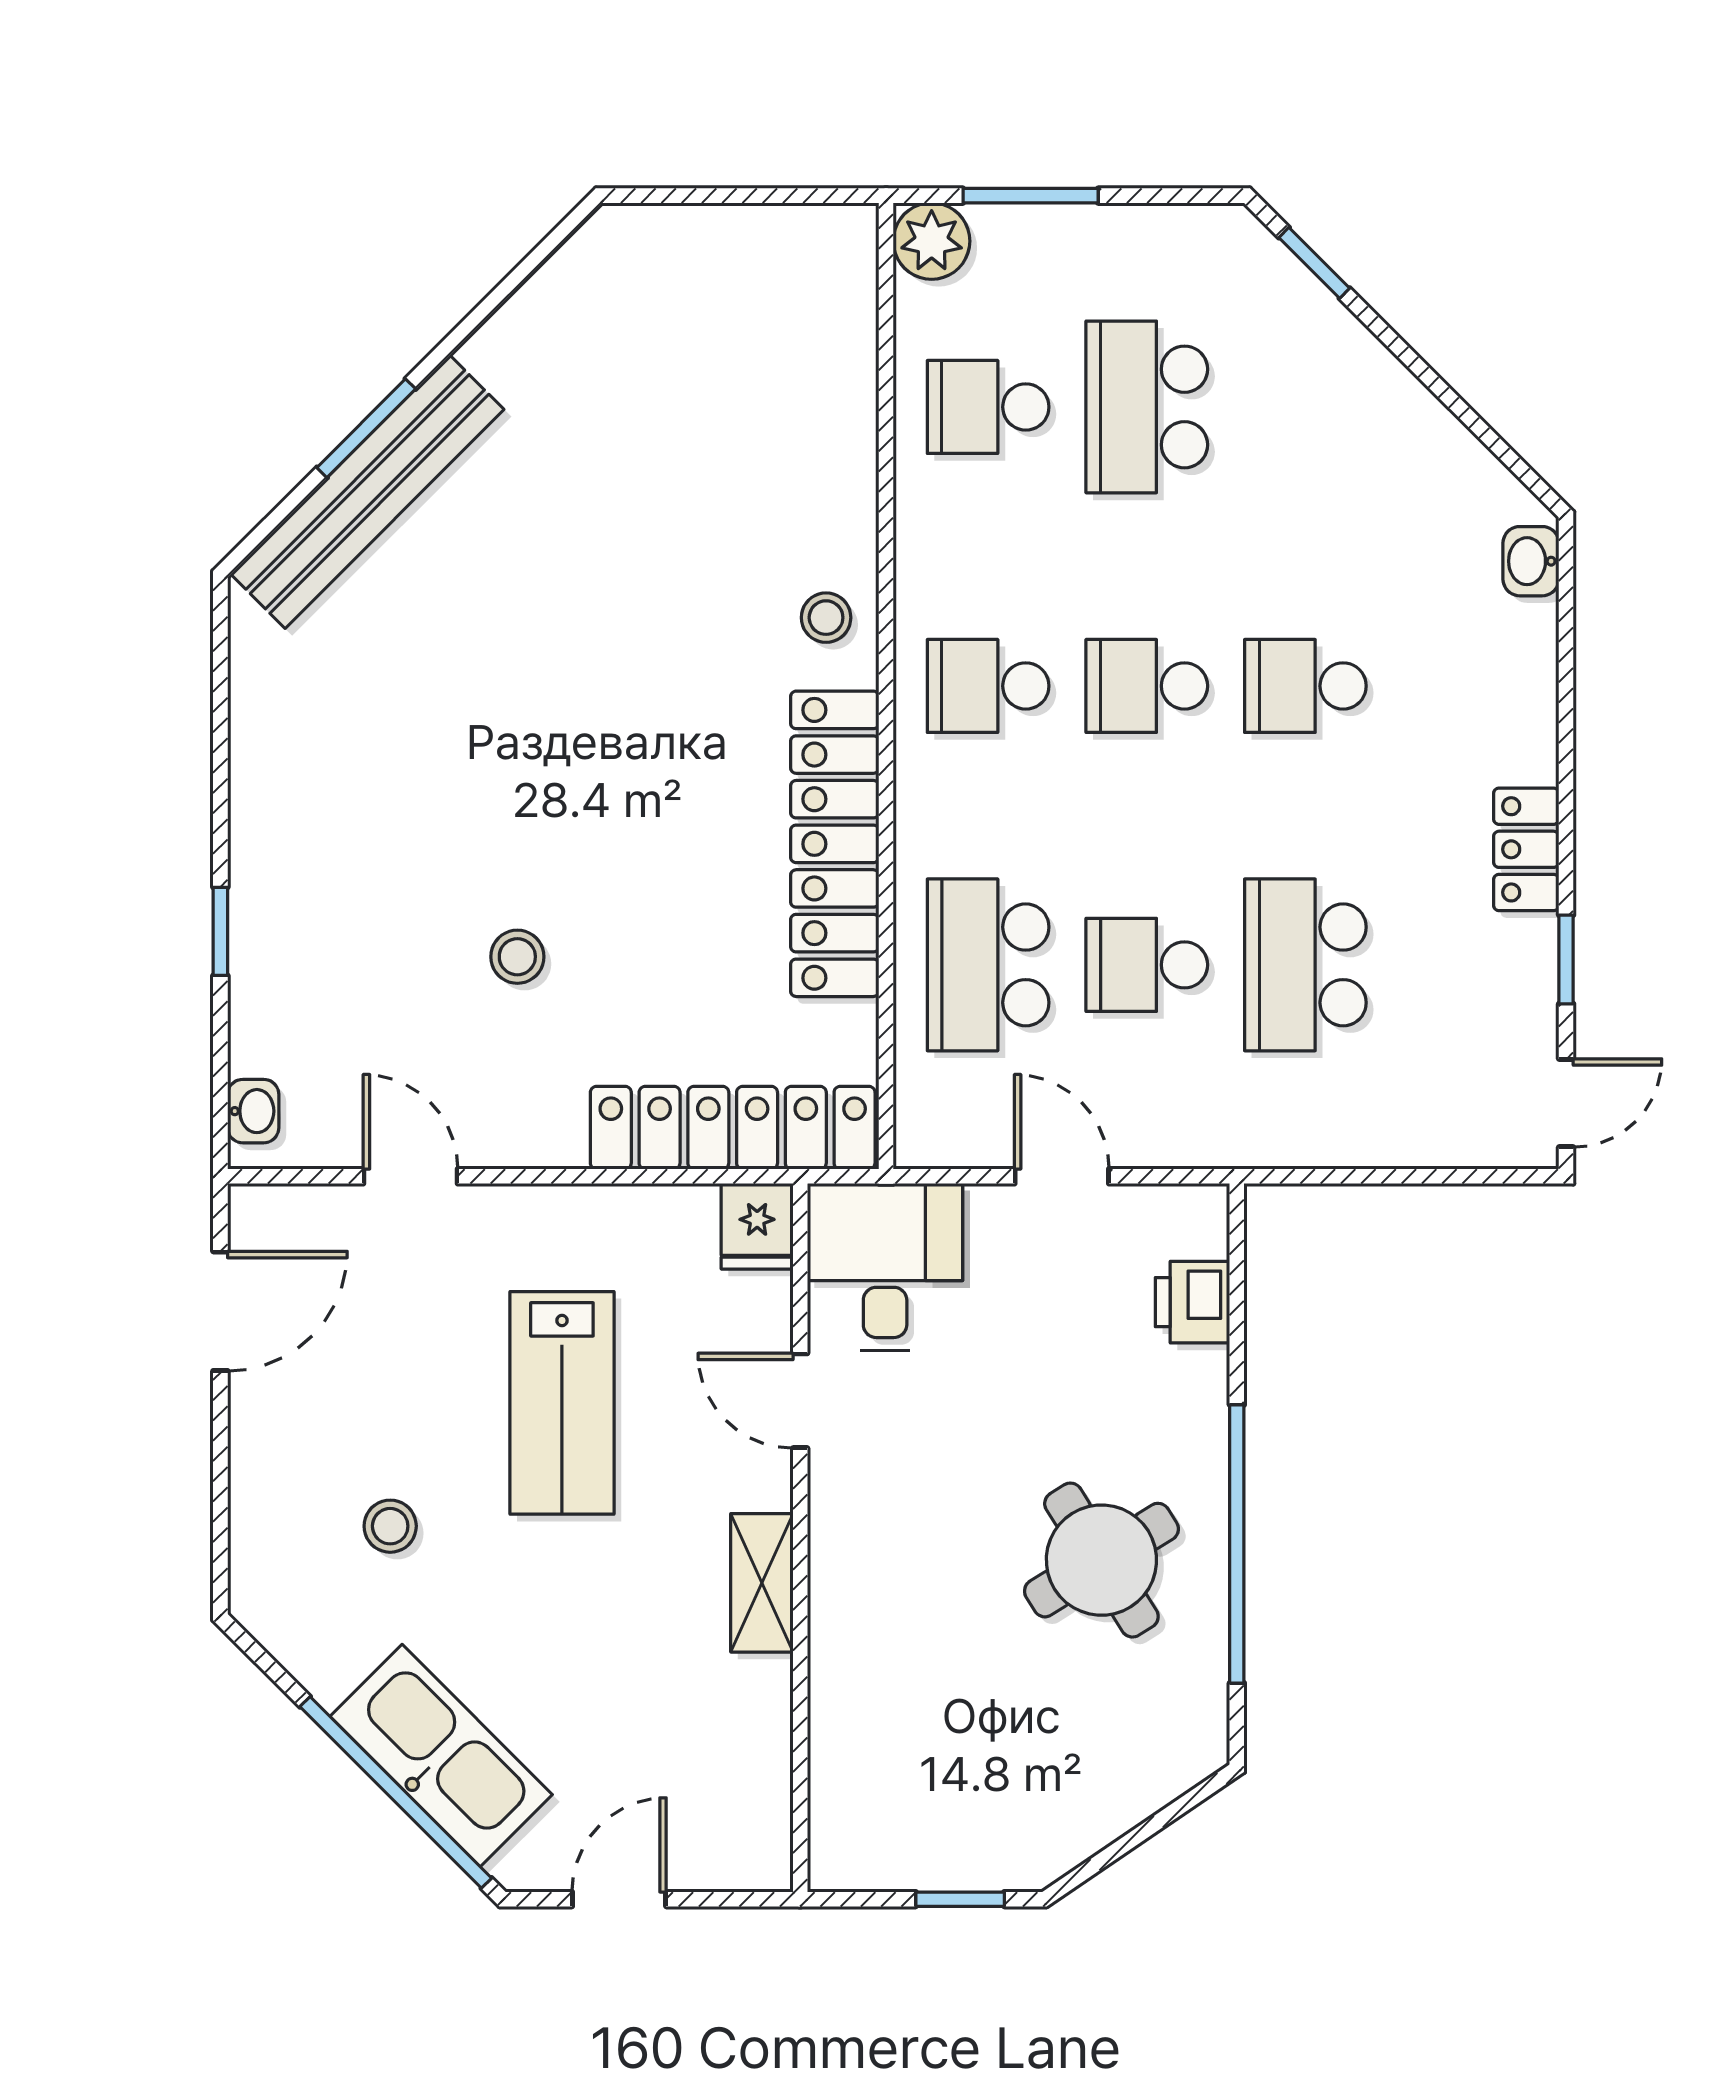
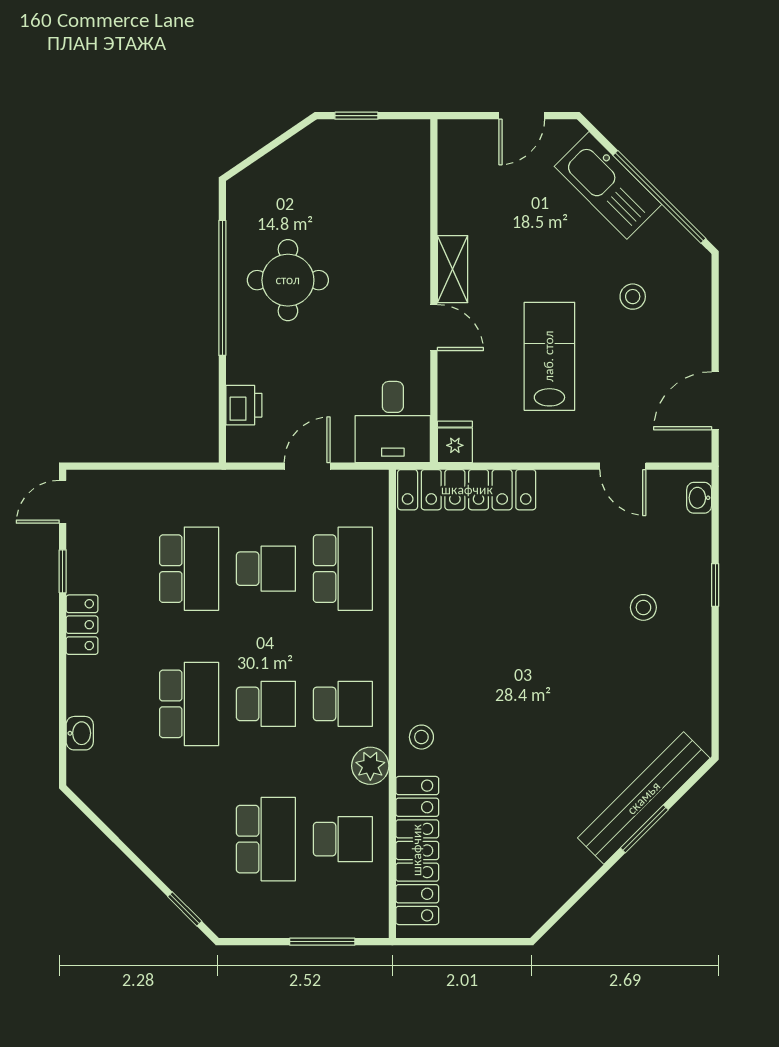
plant: (932, 241) -> (370, 766), moved
washbasin: (1531, 561) -> (80, 733), moved
school desk: (1305, 686) -> (189, 704), width x1.85
locker: (835, 844) -> (417, 850), moved
stool: (517, 957) -> (643, 607), moved
door: (1062, 1176) -> (307, 466), swing flipped
door: (800, 1401) -> (434, 328), moved
round table: (1101, 1560) -> (288, 280), turned 32
window: (396, 1792) -> (659, 197), moved

